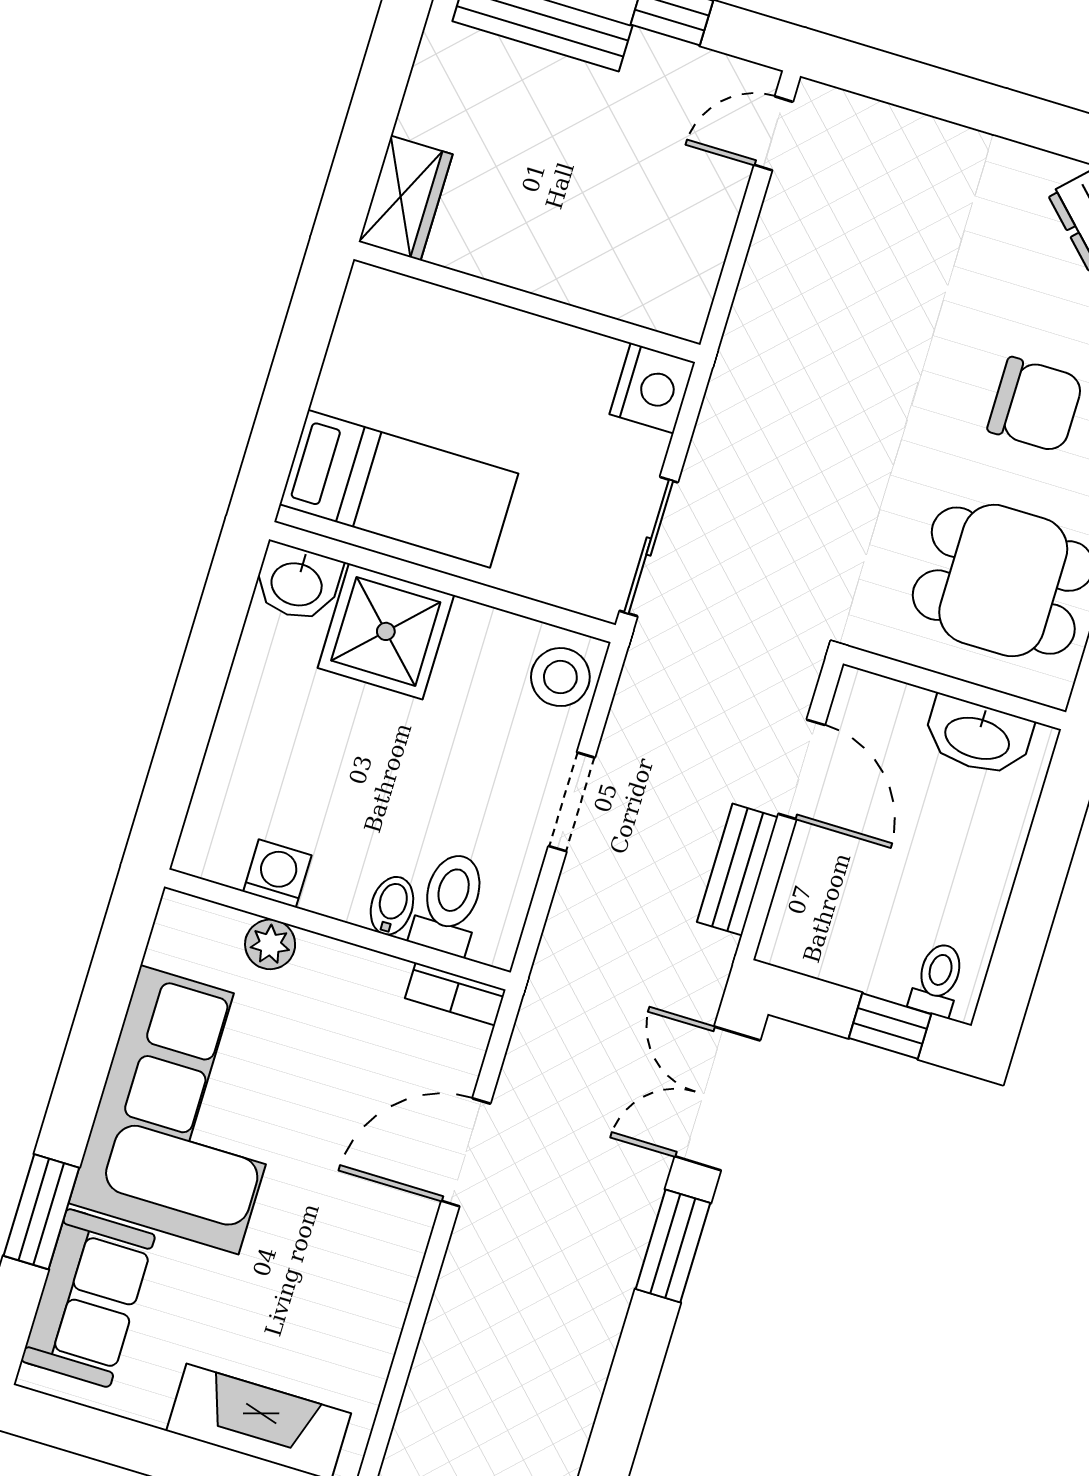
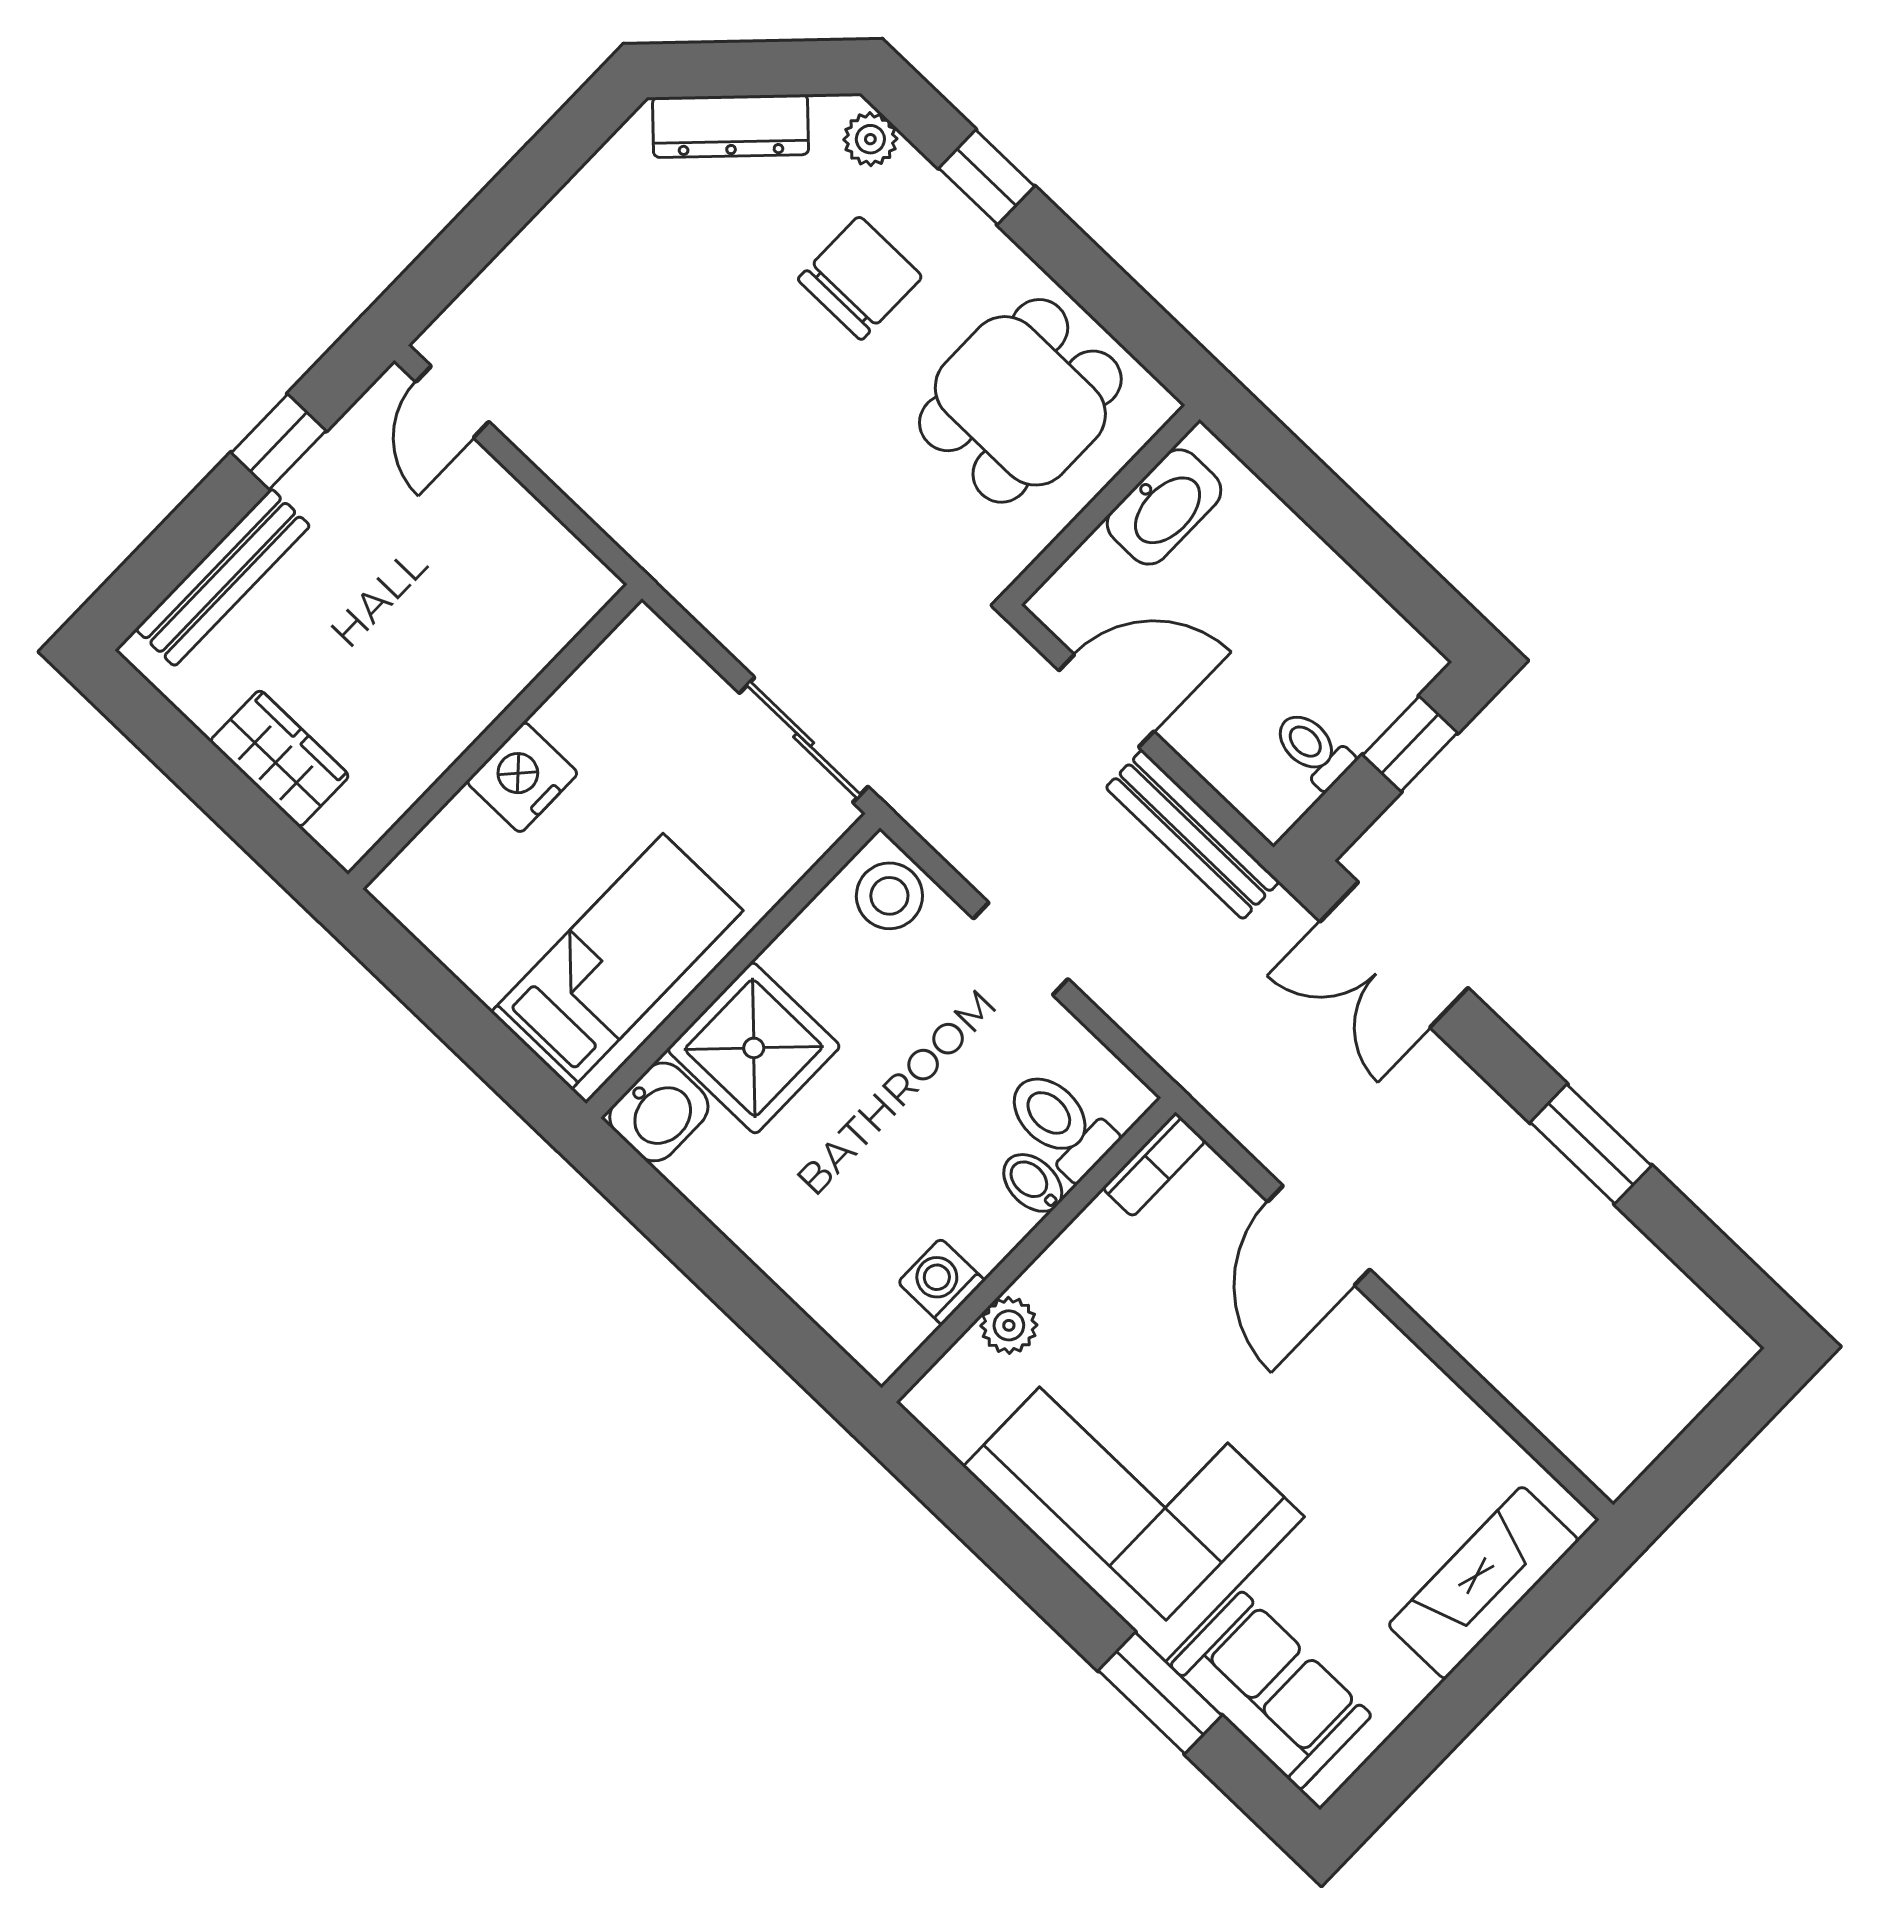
wardrobe: (406, 198) -> (280, 758), moved
nightstand: (652, 388) -> (522, 777), moved, turned -90
bench: (737, 870) -> (1192, 835), width x1.36
toilet: (938, 979) -> (1313, 749), moved
window: (673, 1246) -> (1591, 1144), moved

